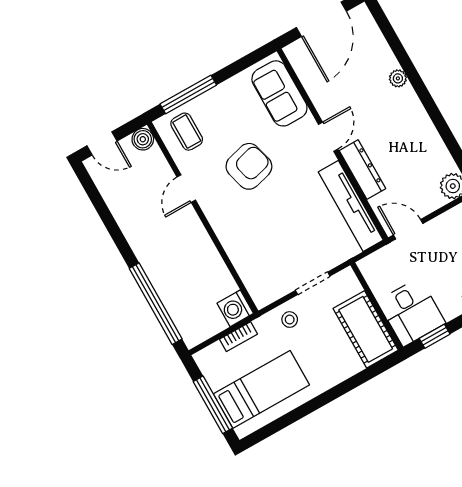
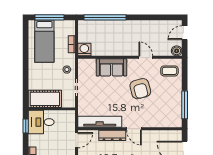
sofa: (279, 93) -> (111, 67), moved, turned 180
window: (188, 95) -> (185, 105), moved

